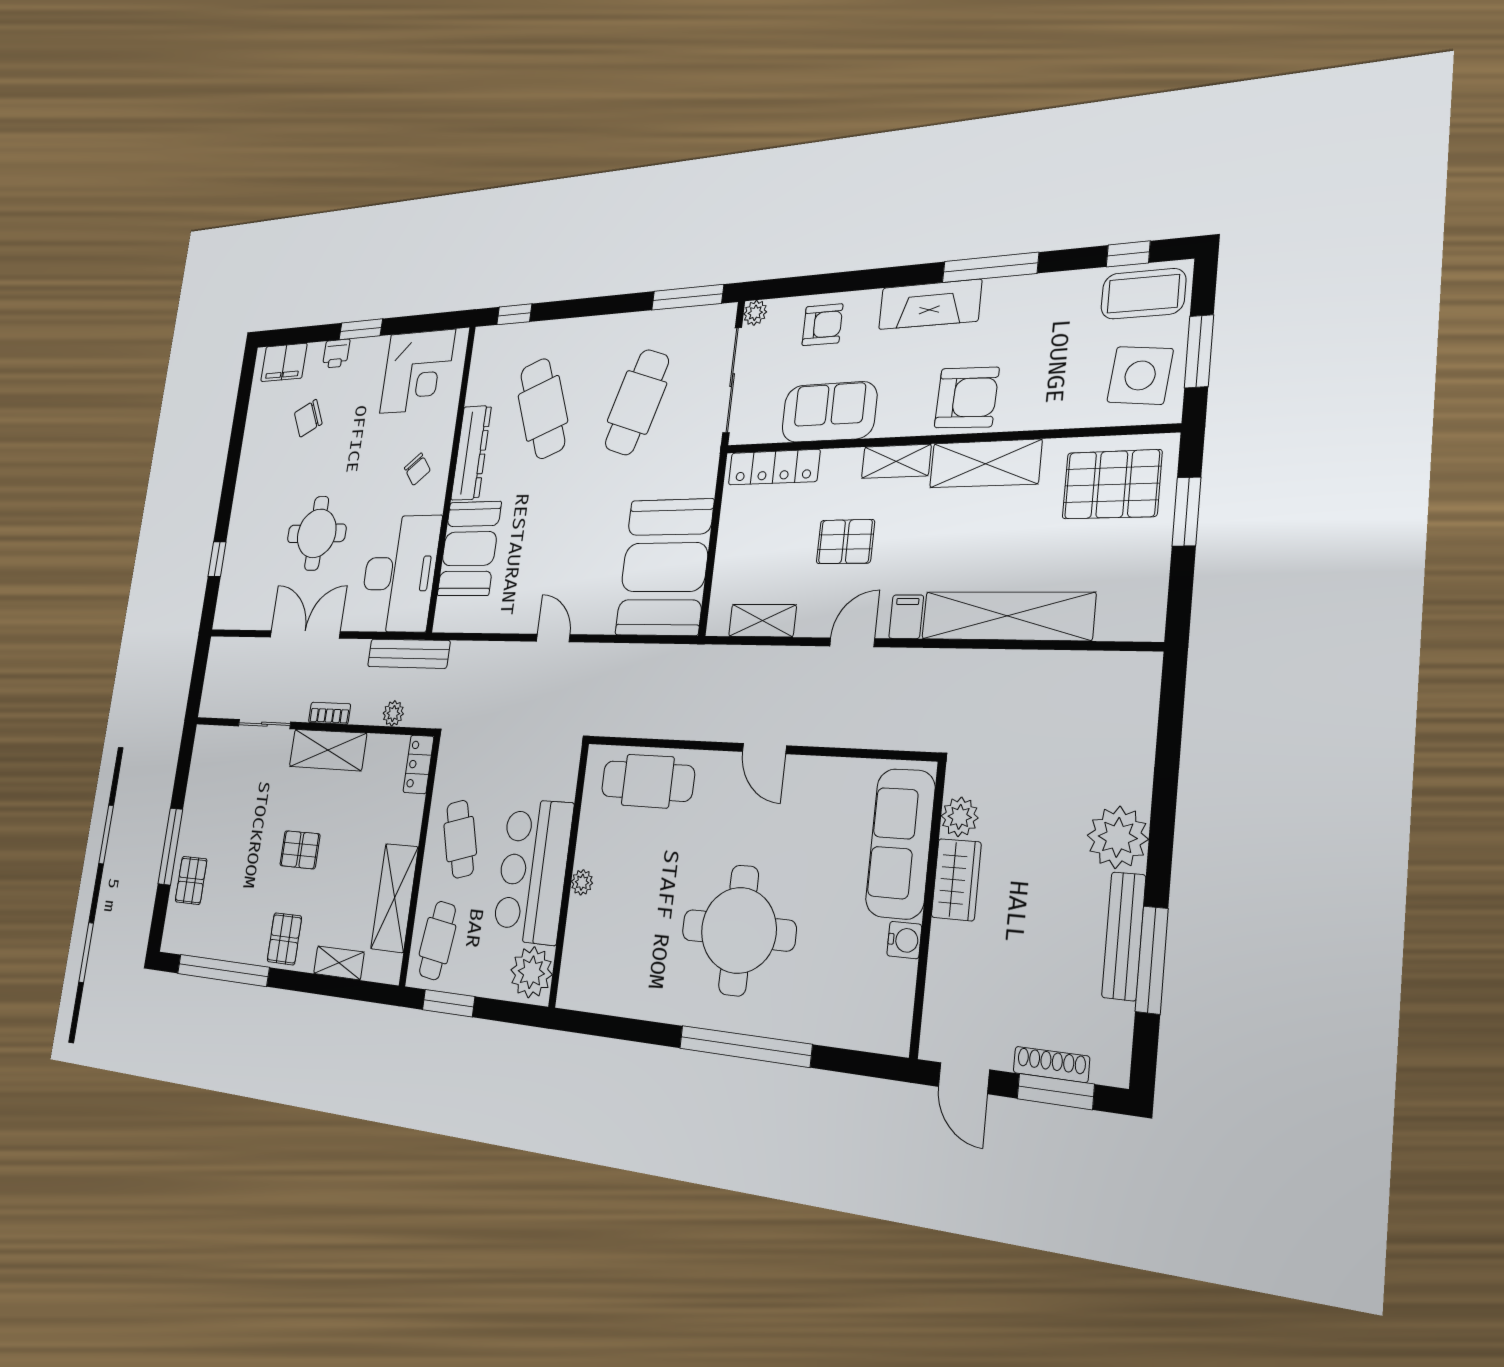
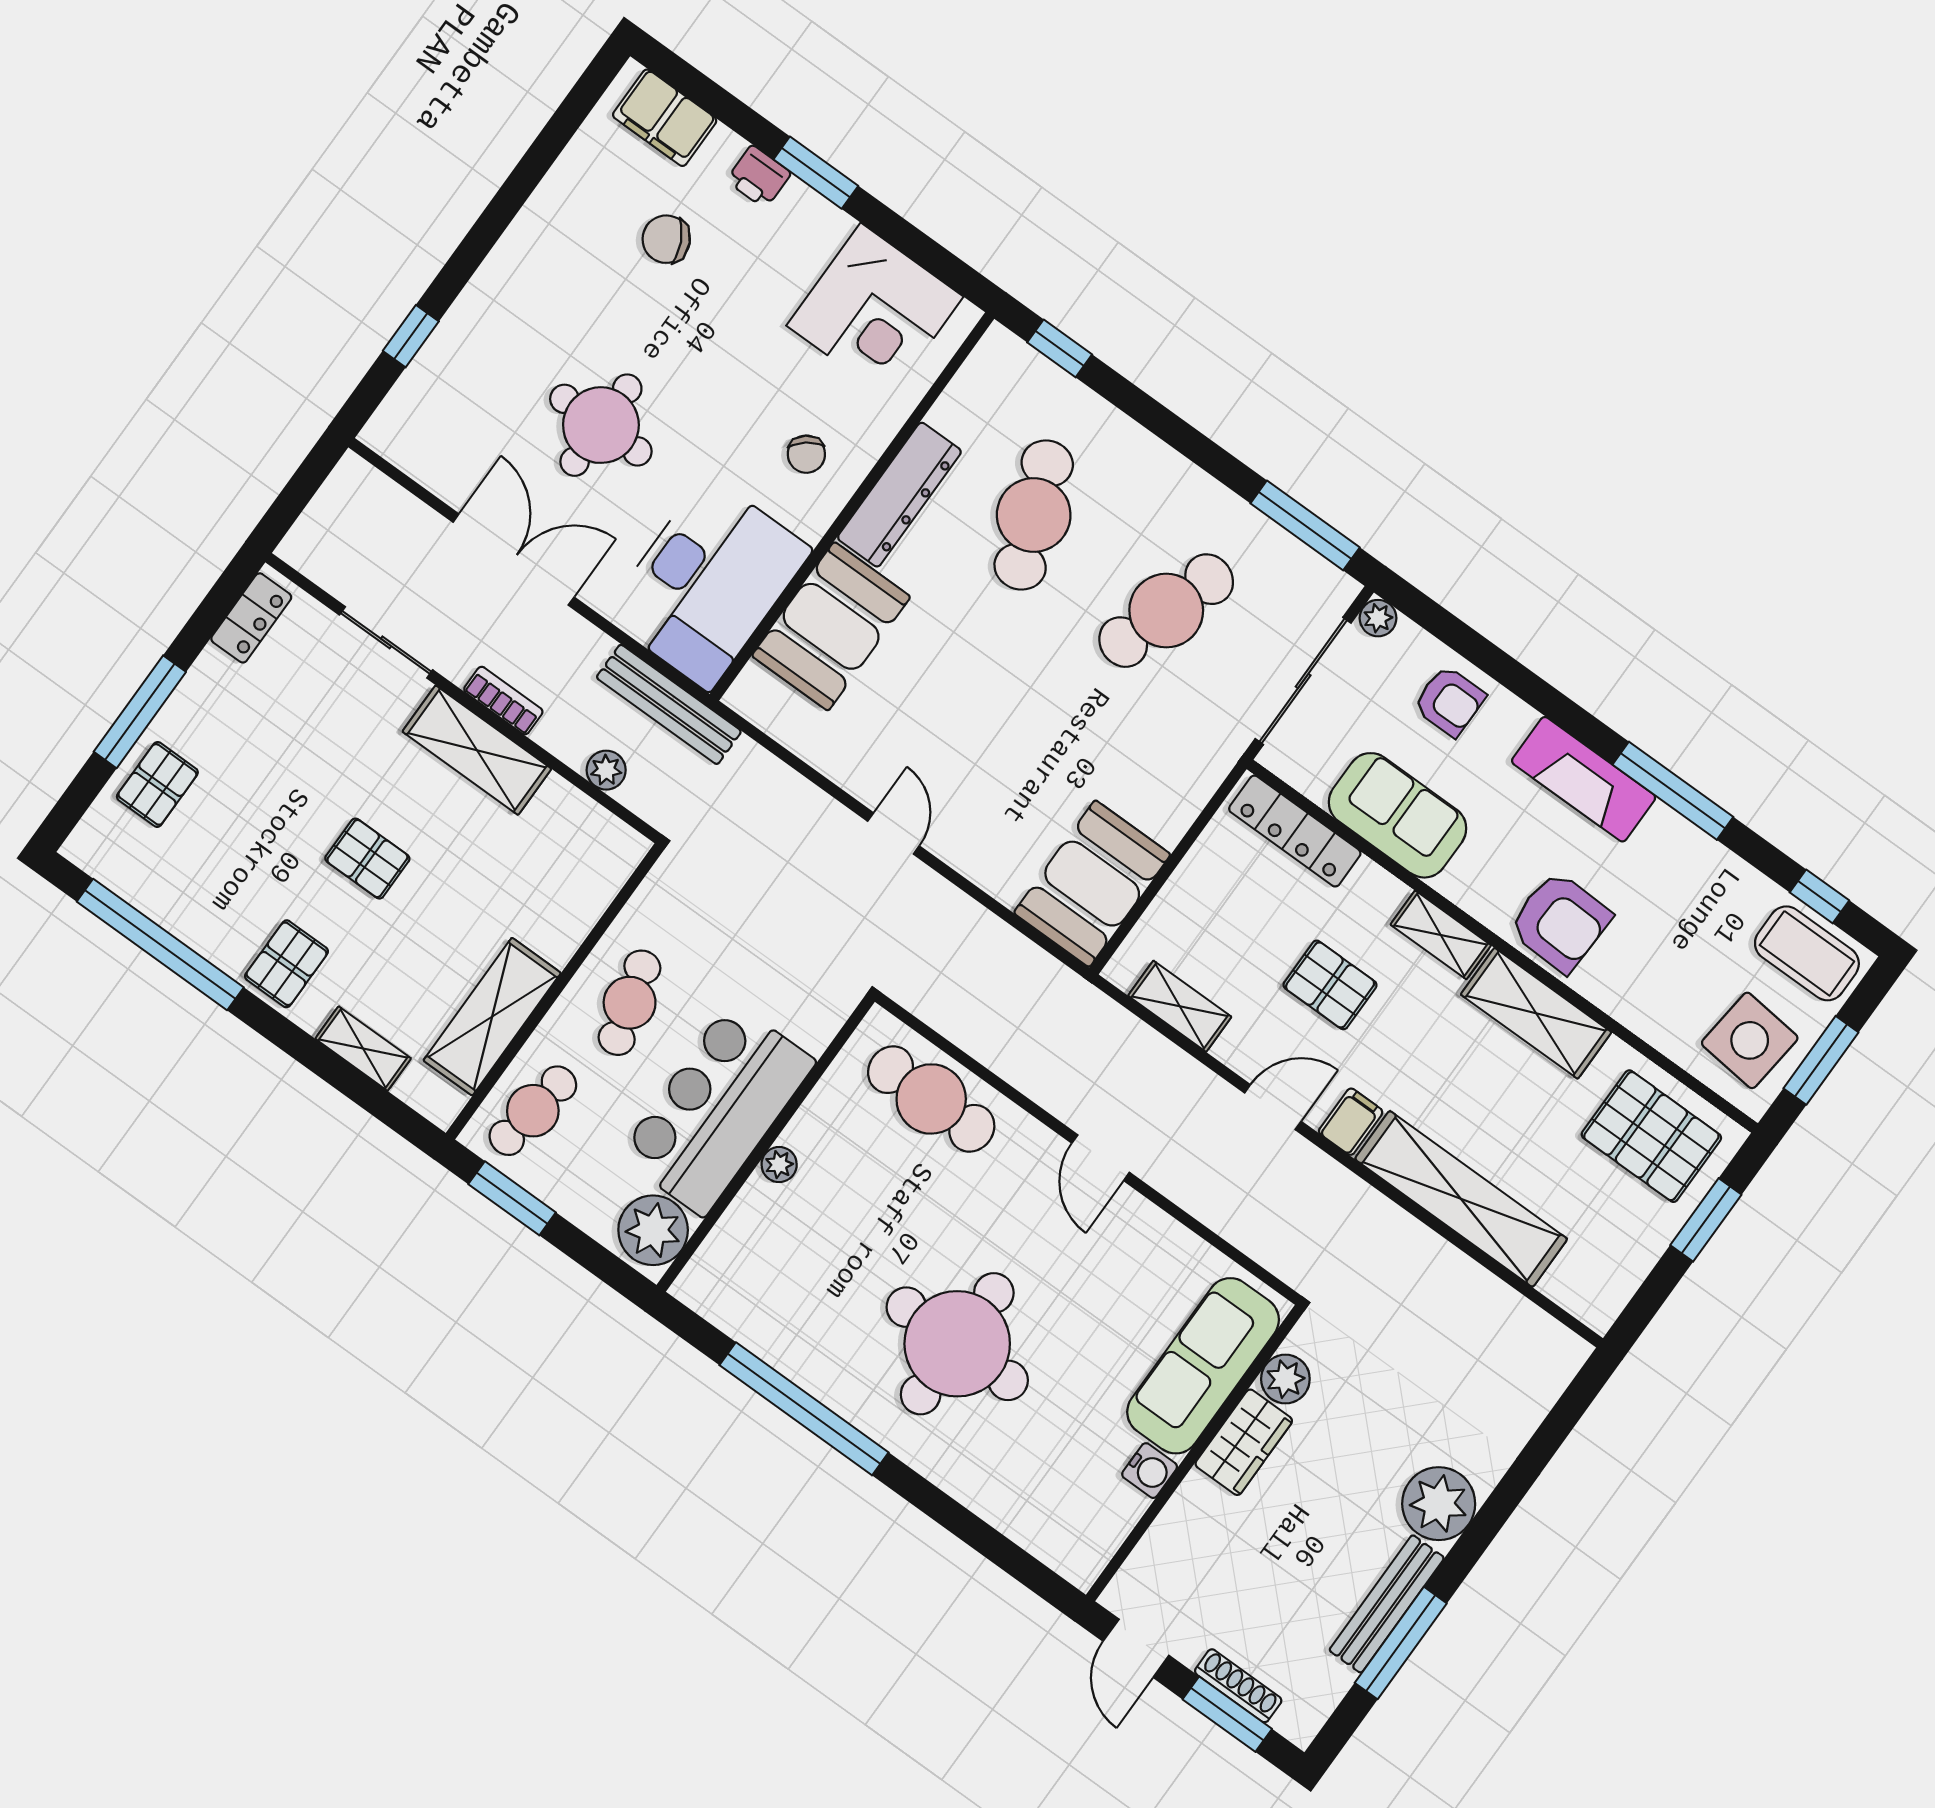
booth: (664, 567) -> (1092, 884), width x0.73, depth x0.70
locker: (418, 764) -> (251, 618), moved, turned 180
window: (745, 1046) -> (804, 1409), moved

